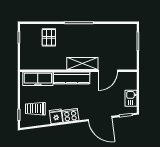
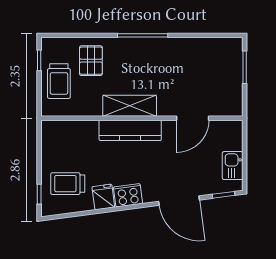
trolley: (30, 49) -> (59, 81), added
shelving: (82, 64) -> (130, 106), moved
freezer: (38, 79) -> (72, 132), removed

